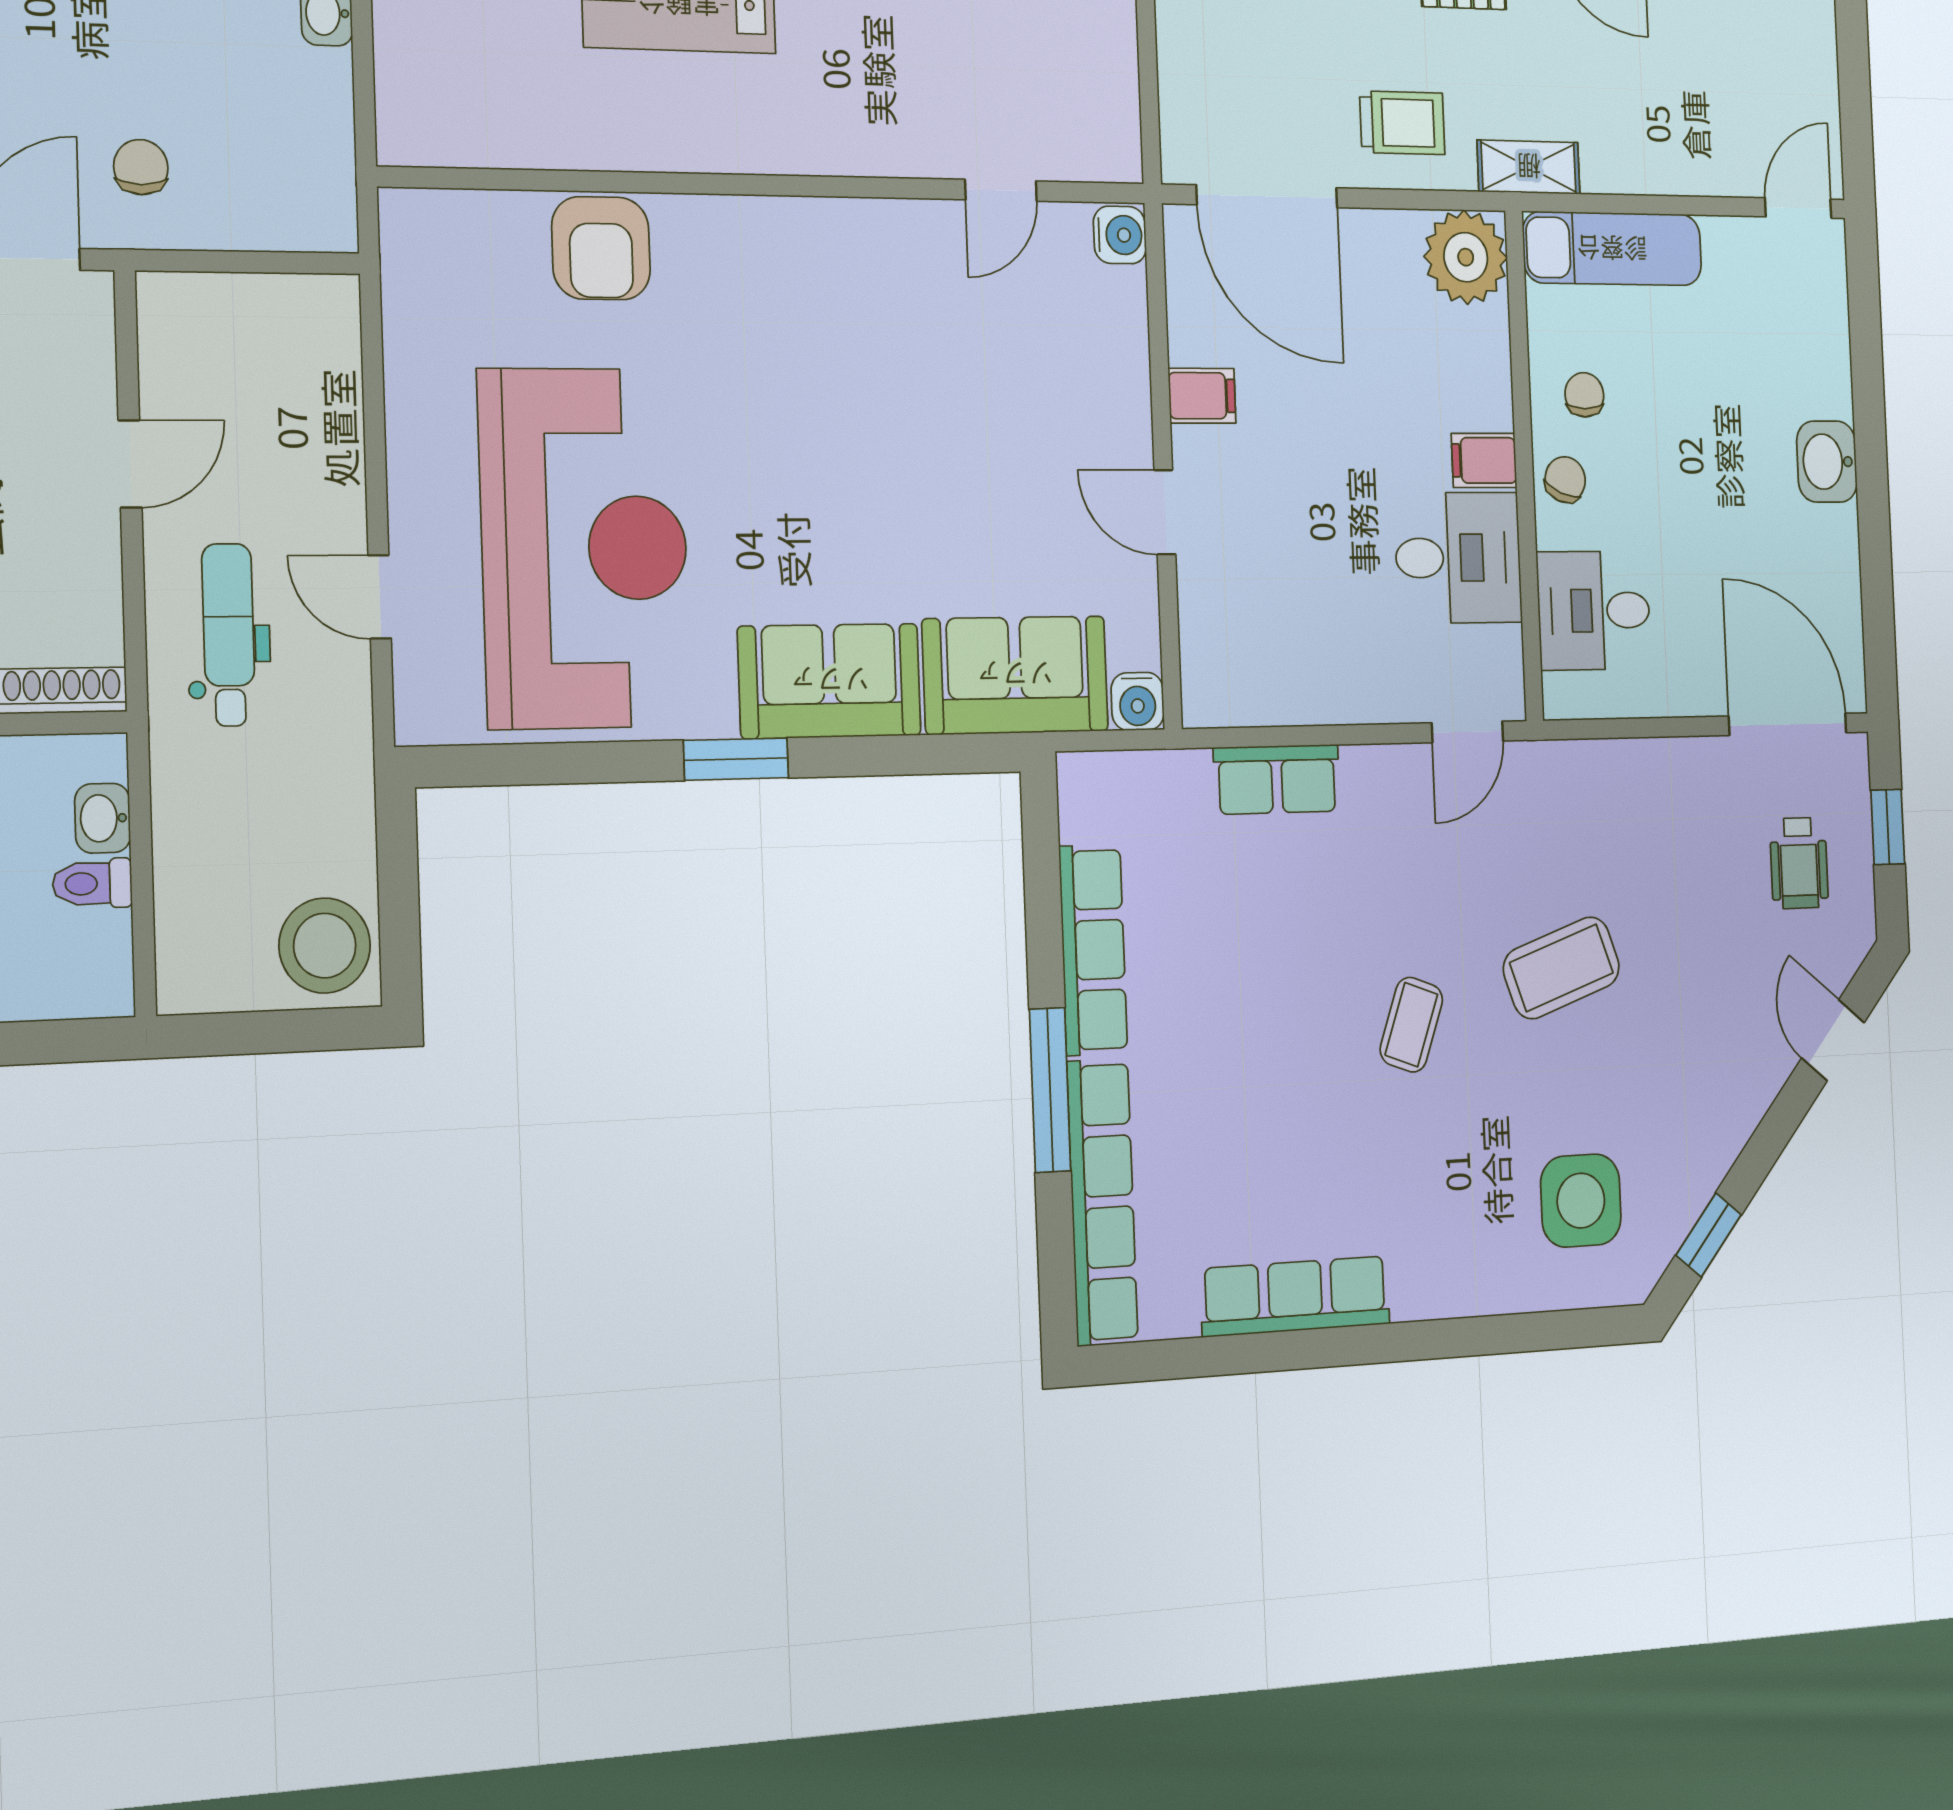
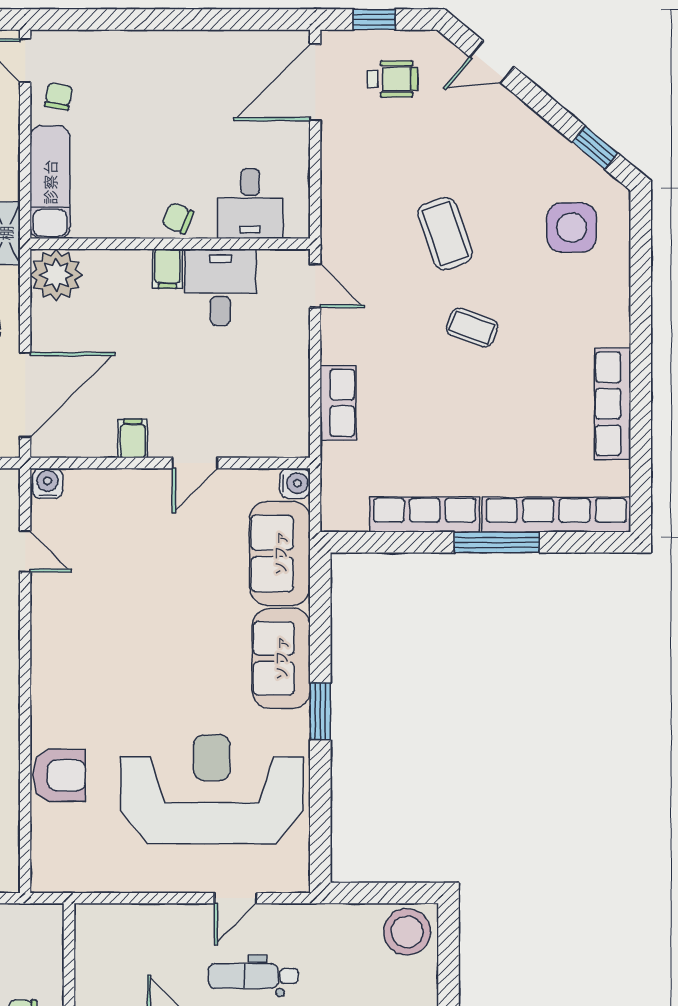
chair: (1584, 395) -> (59, 96), moved, turned 100
washbasin: (1827, 462) -> (168, 49), removed

